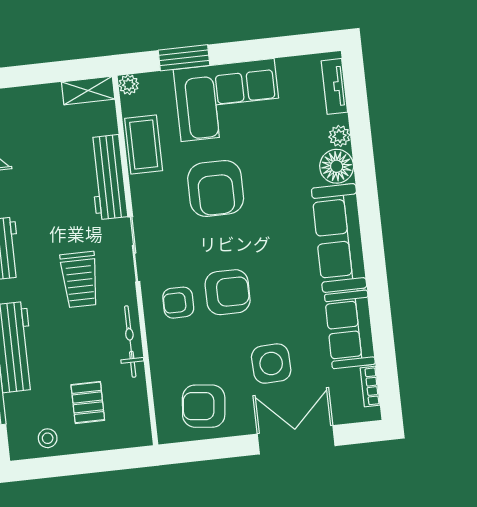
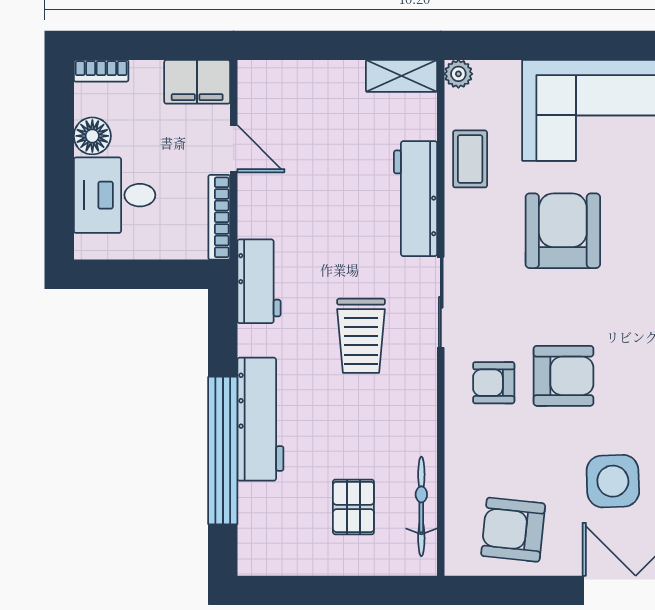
window: (184, 58) -> (539, 45), removed
coffee table: (144, 144) -> (470, 159), width x0.73, depth x0.77
armchair: (216, 188) -> (563, 231), turned 180
bicycle: (130, 342) -> (421, 506), moved
stool: (48, 438) -> (292, 550), removed

